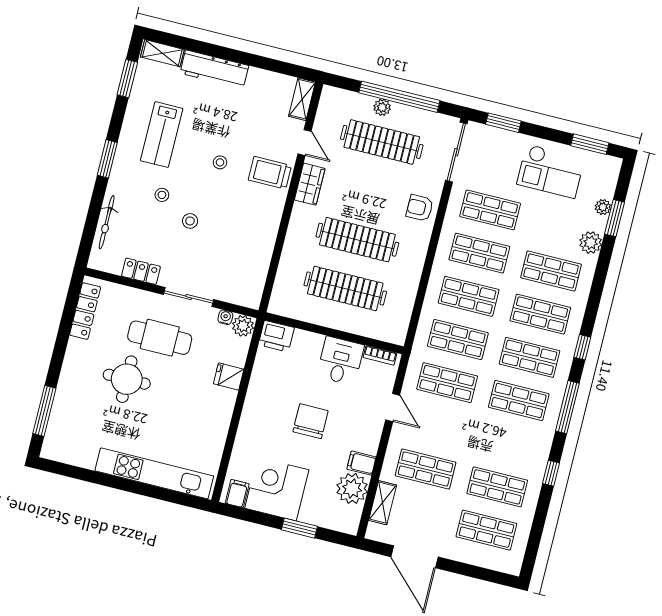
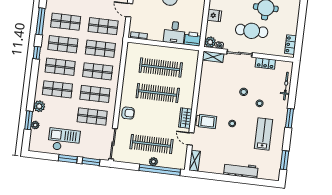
shelving: (162, 53) -> (213, 57), moved
window: (399, 97) -> (160, 170), moved
window: (590, 144) -> (68, 159), moved
locker: (85, 311) -> (291, 45), width x0.66
desk: (340, 361) -> (175, 32), moved

